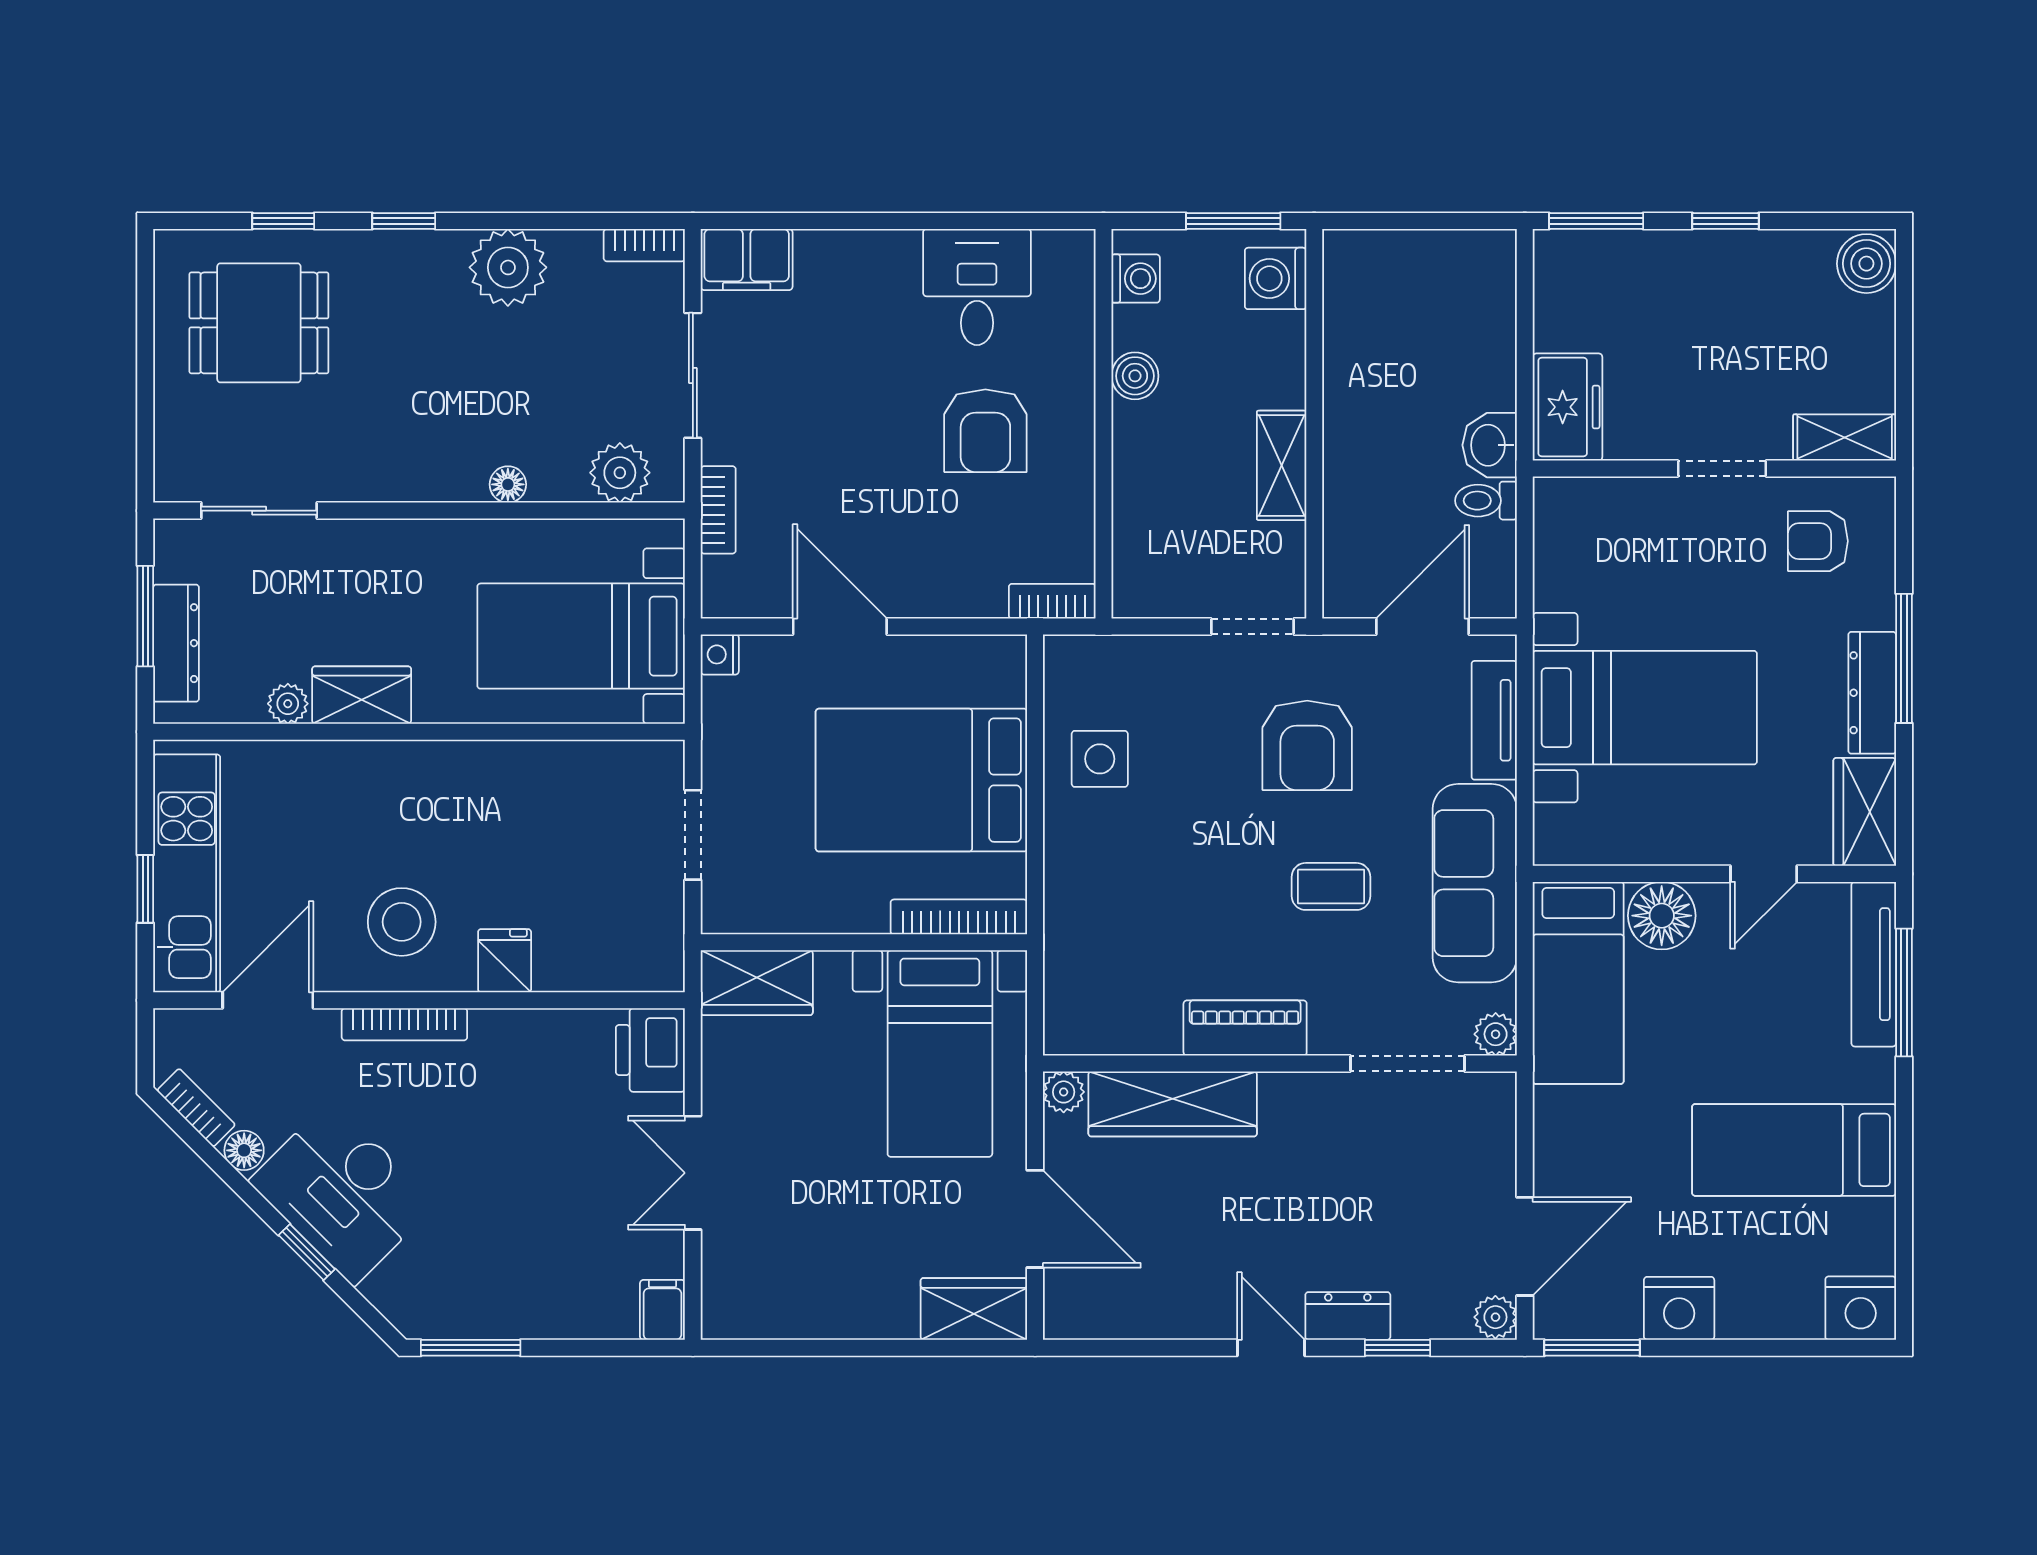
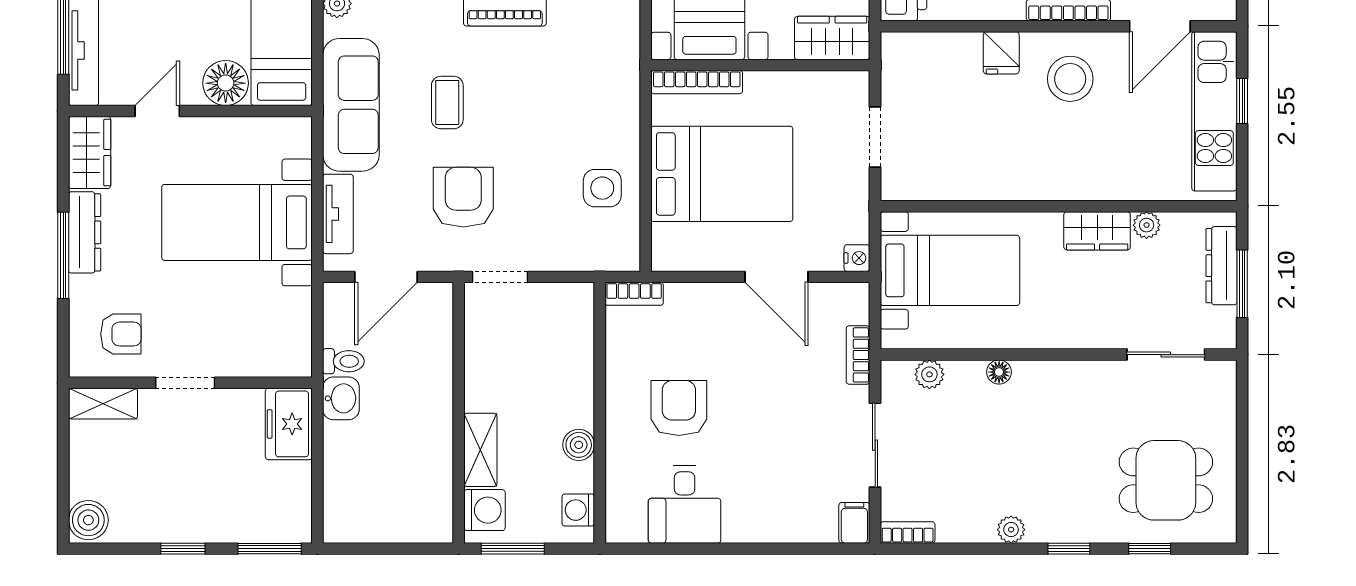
filing cabinet: (747, 259) -> (854, 523), width x0.50
plant: (508, 267) -> (1011, 530), width x0.53, depth x0.53
shelving: (1282, 465) -> (480, 450), moved
plant: (620, 473) -> (929, 374), width x0.73, depth x0.73
coffee table: (1331, 886) -> (447, 103), turned 90

